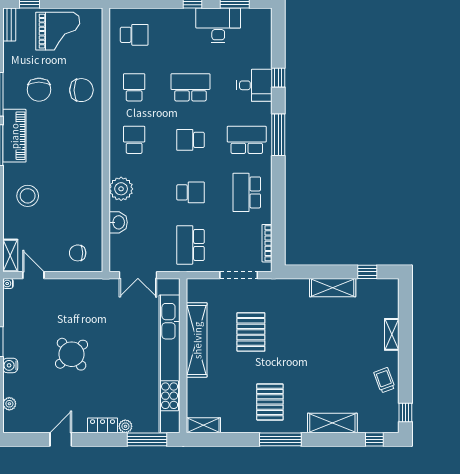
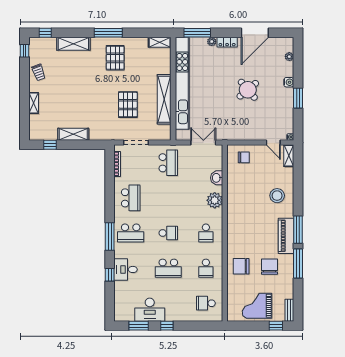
school desk: (190, 192) -> (168, 198), removed
door: (61, 439) -> (255, 33), width x1.87

